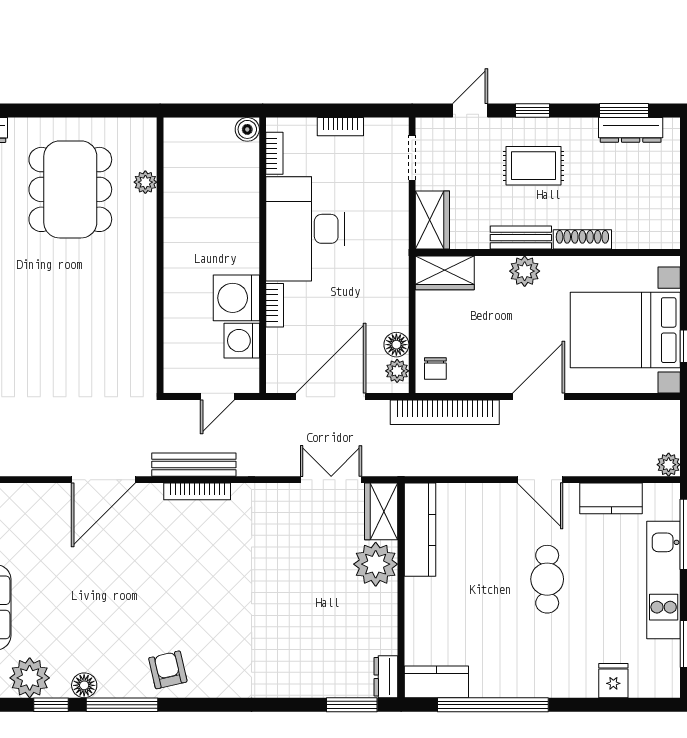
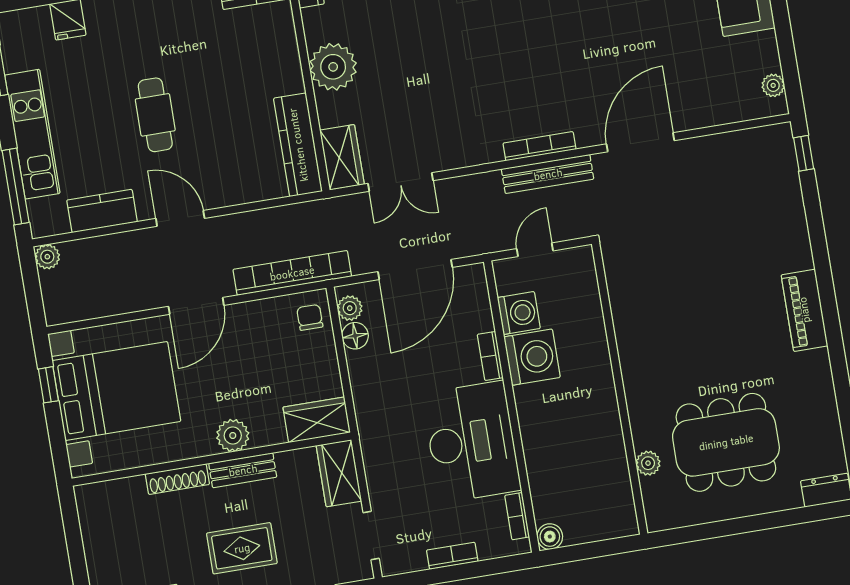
dining table: (70, 189) -> (726, 442), turned 90
plant: (376, 564) -> (333, 67), moved

